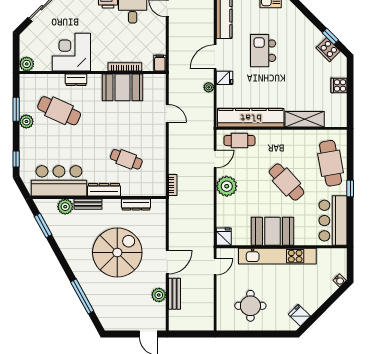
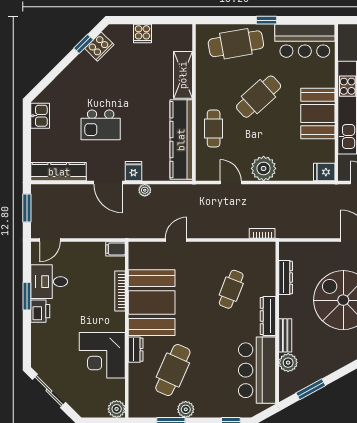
booth: (122, 87) -> (152, 303), width x1.36, depth x1.42
cafe table: (240, 141) -> (214, 128), moved

